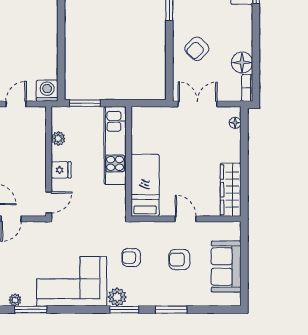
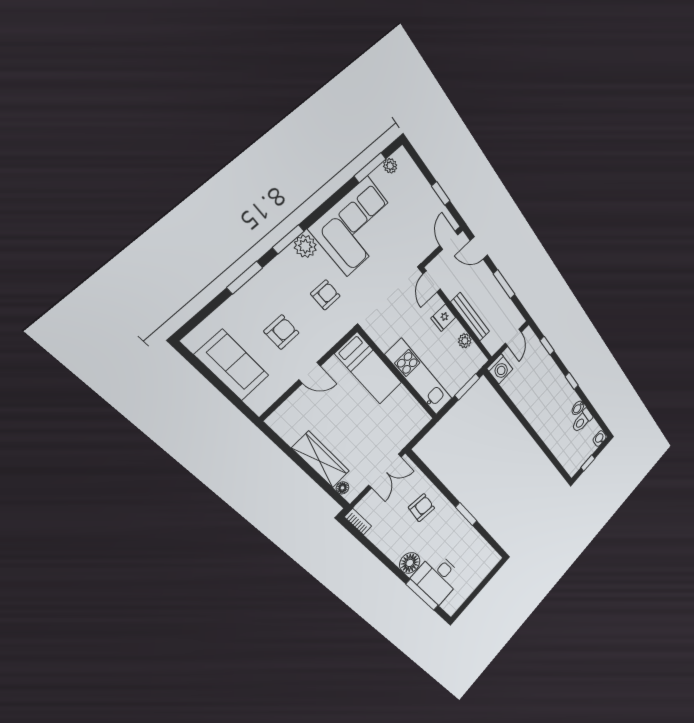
armchair: (197, 49) -> (421, 508), turned 52
floor lamp: (242, 63) -> (410, 563), moved
bench: (39, 152) -> (470, 317), added
wardrobe: (231, 190) -> (321, 460), moved

